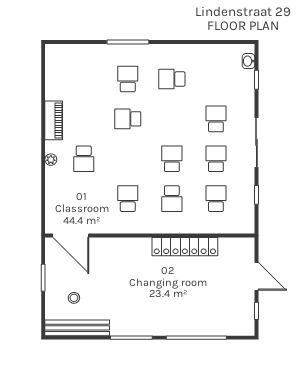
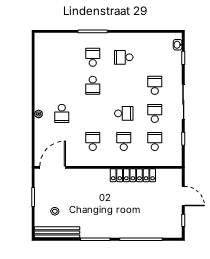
school desk: (128, 119) -> (93, 85), turned -90
piano: (54, 120) -> (41, 86), removed
school desk: (172, 159) -> (124, 113), turned 90
school desk: (172, 199) -> (124, 141), turned 180
door: (71, 236) -> (53, 167), swing flipped

